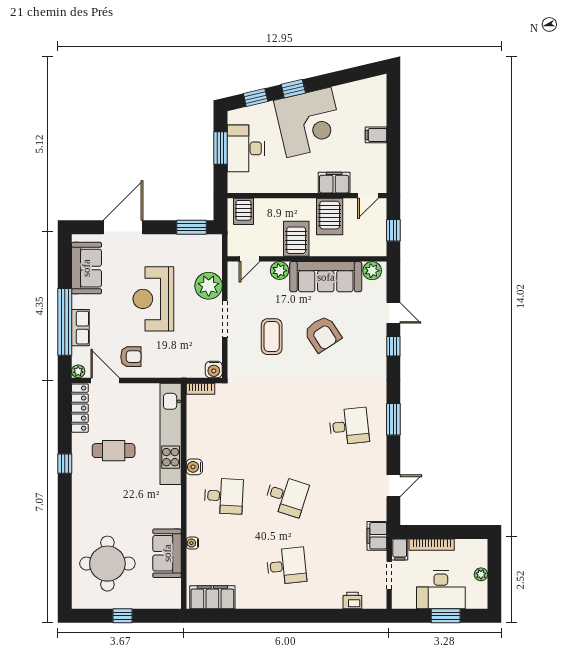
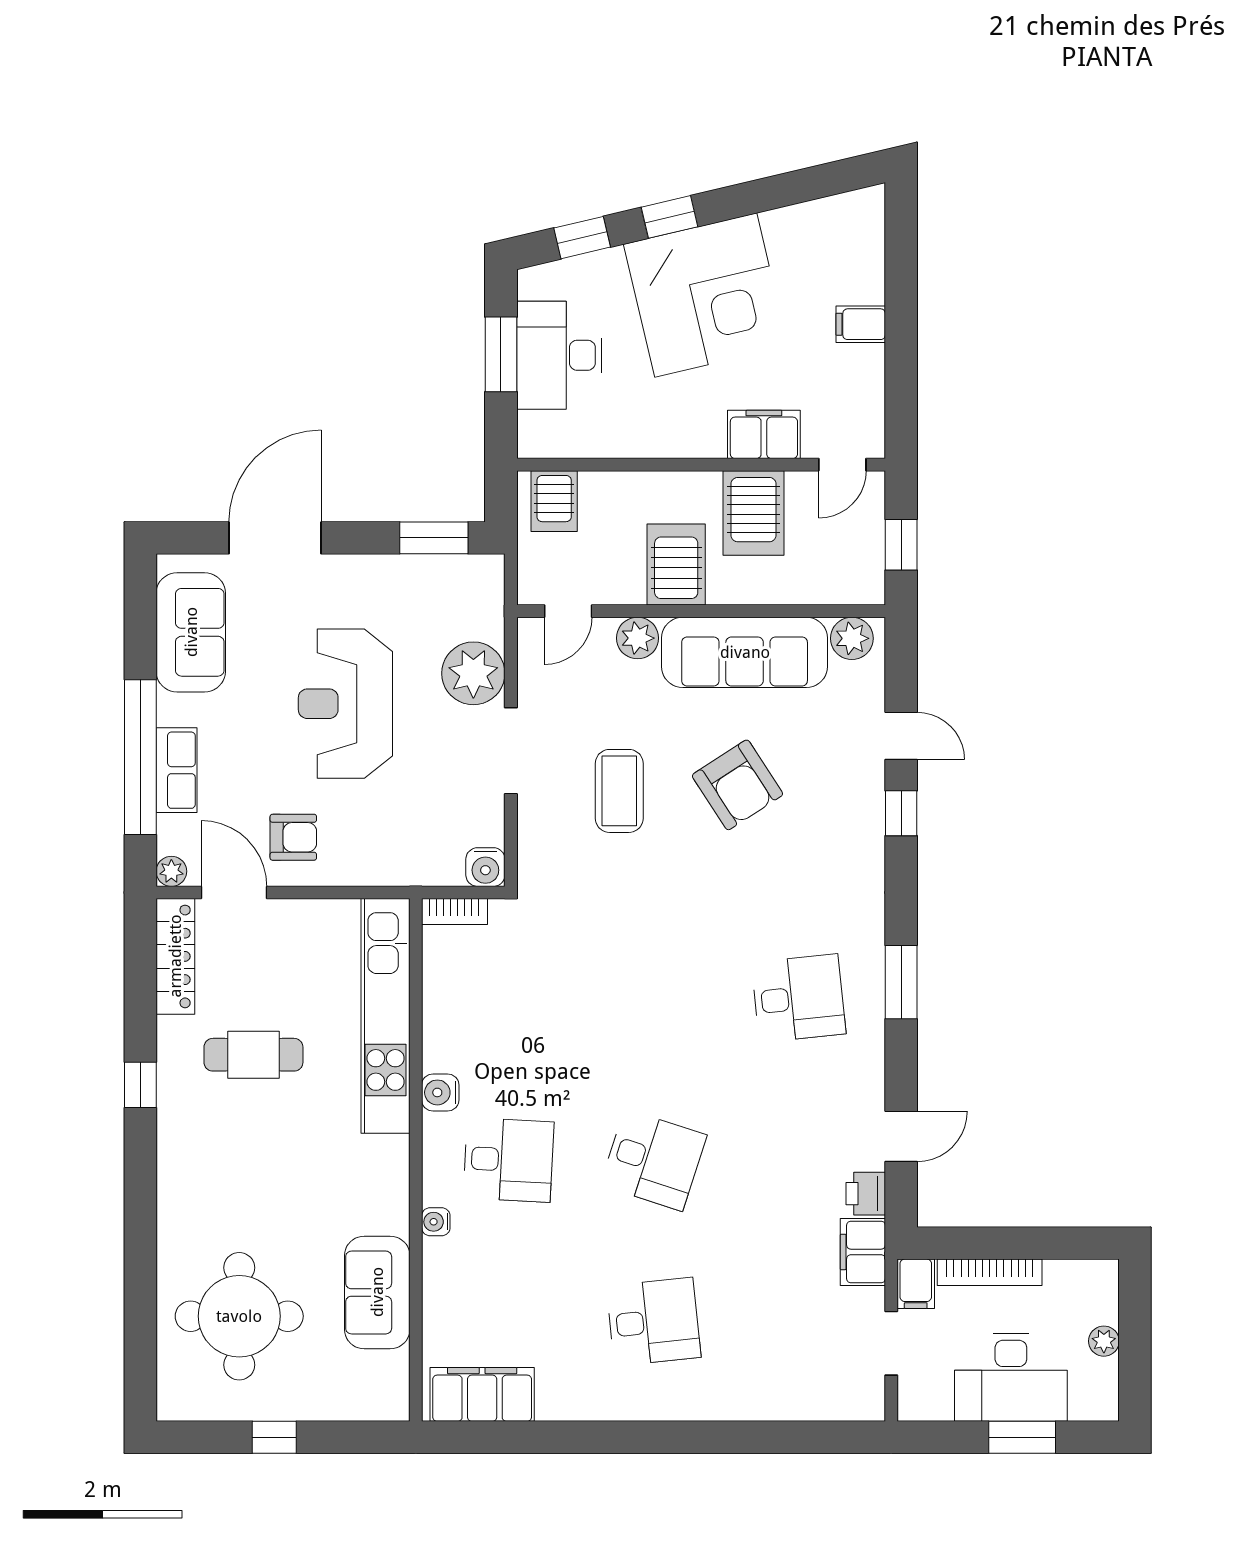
water cooler: (192, 543) -> (436, 1222), moved
printer: (352, 601) -> (866, 1194), moved, turned -90

